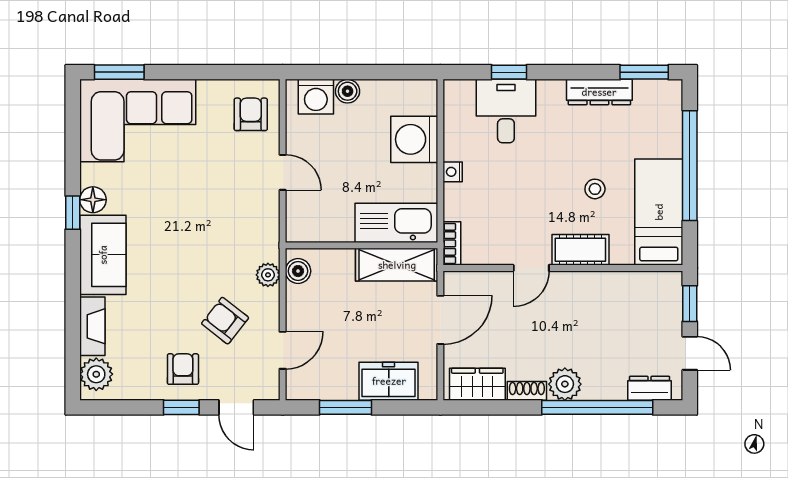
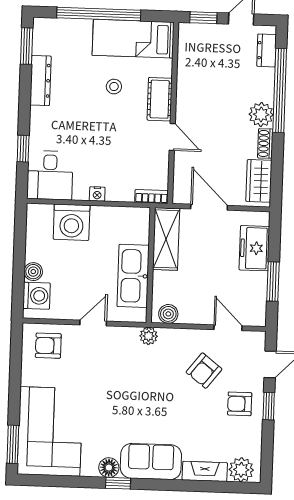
desk: (506, 111) -> (50, 175), moved, turned -90
kitchen sink: (396, 223) -> (133, 276), moved
plant: (268, 275) -> (149, 336), moved

